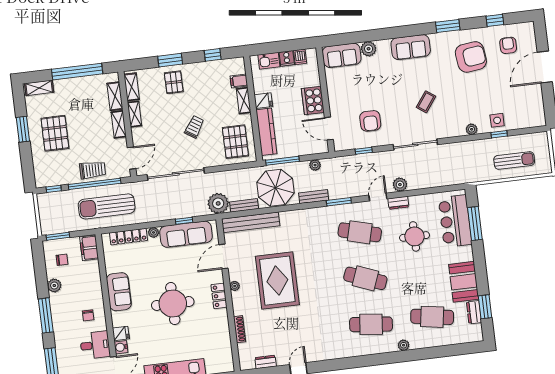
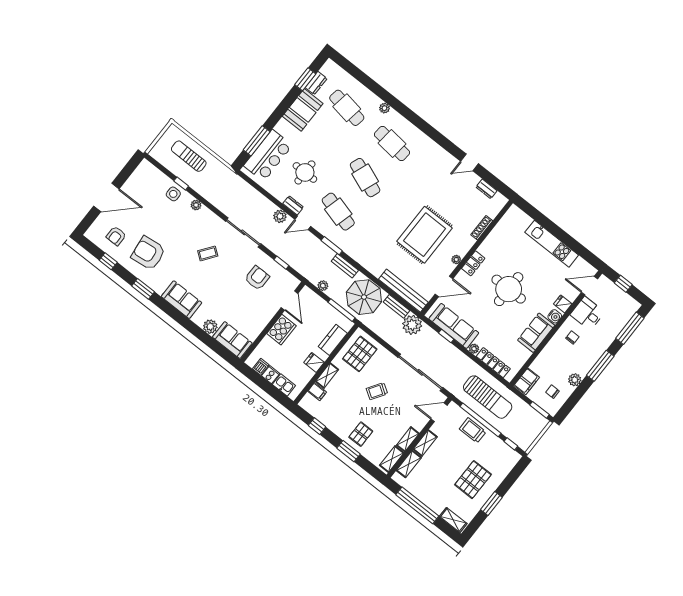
kitchen counter: (266, 132) -> (333, 340), width x0.67
water cooler: (121, 347) -> (555, 316), moved

